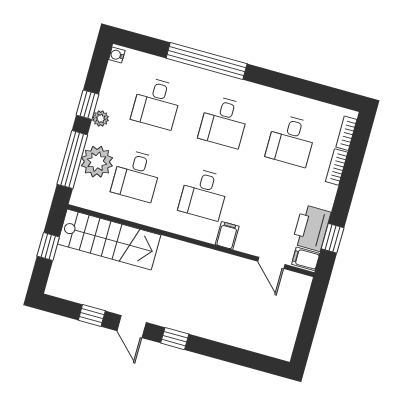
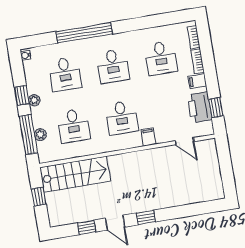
plant: (97, 162) -> (40, 135), width x0.53, depth x0.53
filing cabinet: (306, 259) -> (197, 81), moved

